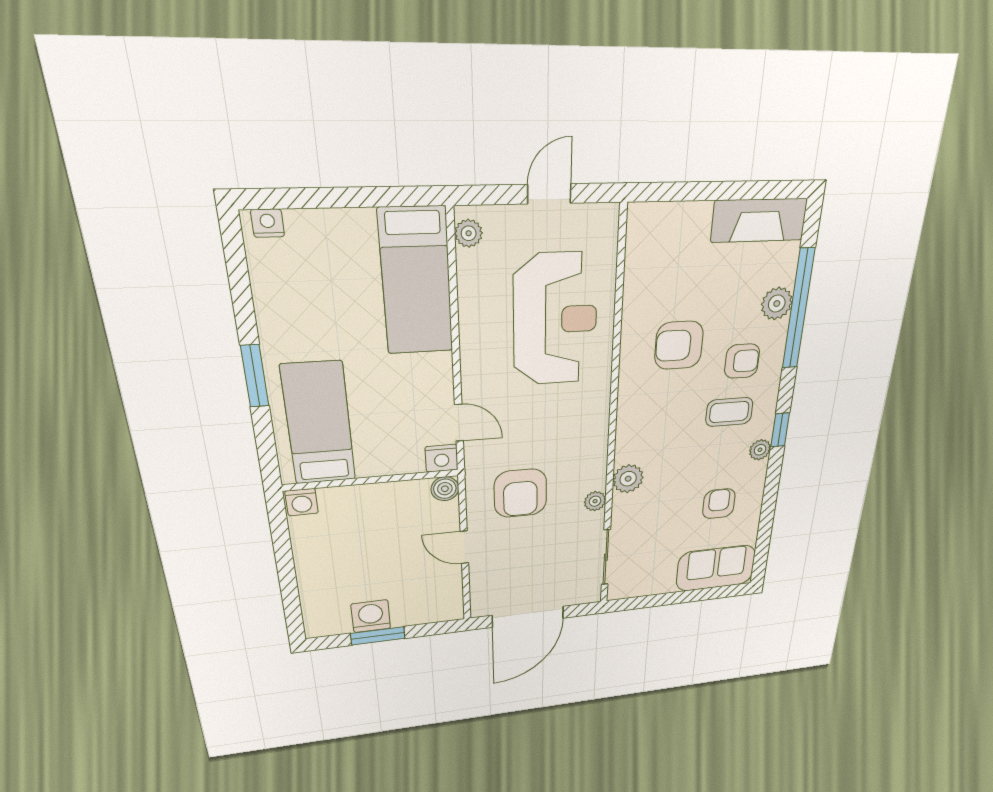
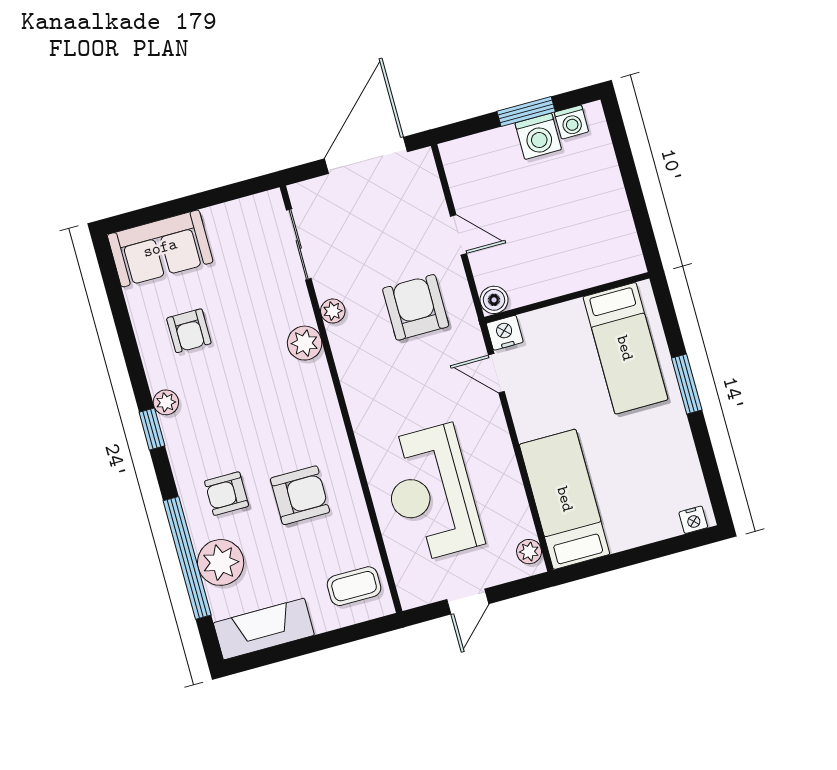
plant: (777, 304) -> (221, 562), width x1.36, depth x1.36
coffee table: (729, 412) -> (354, 586), moved
washing machine: (302, 502) -> (571, 122), moved, turned 180

